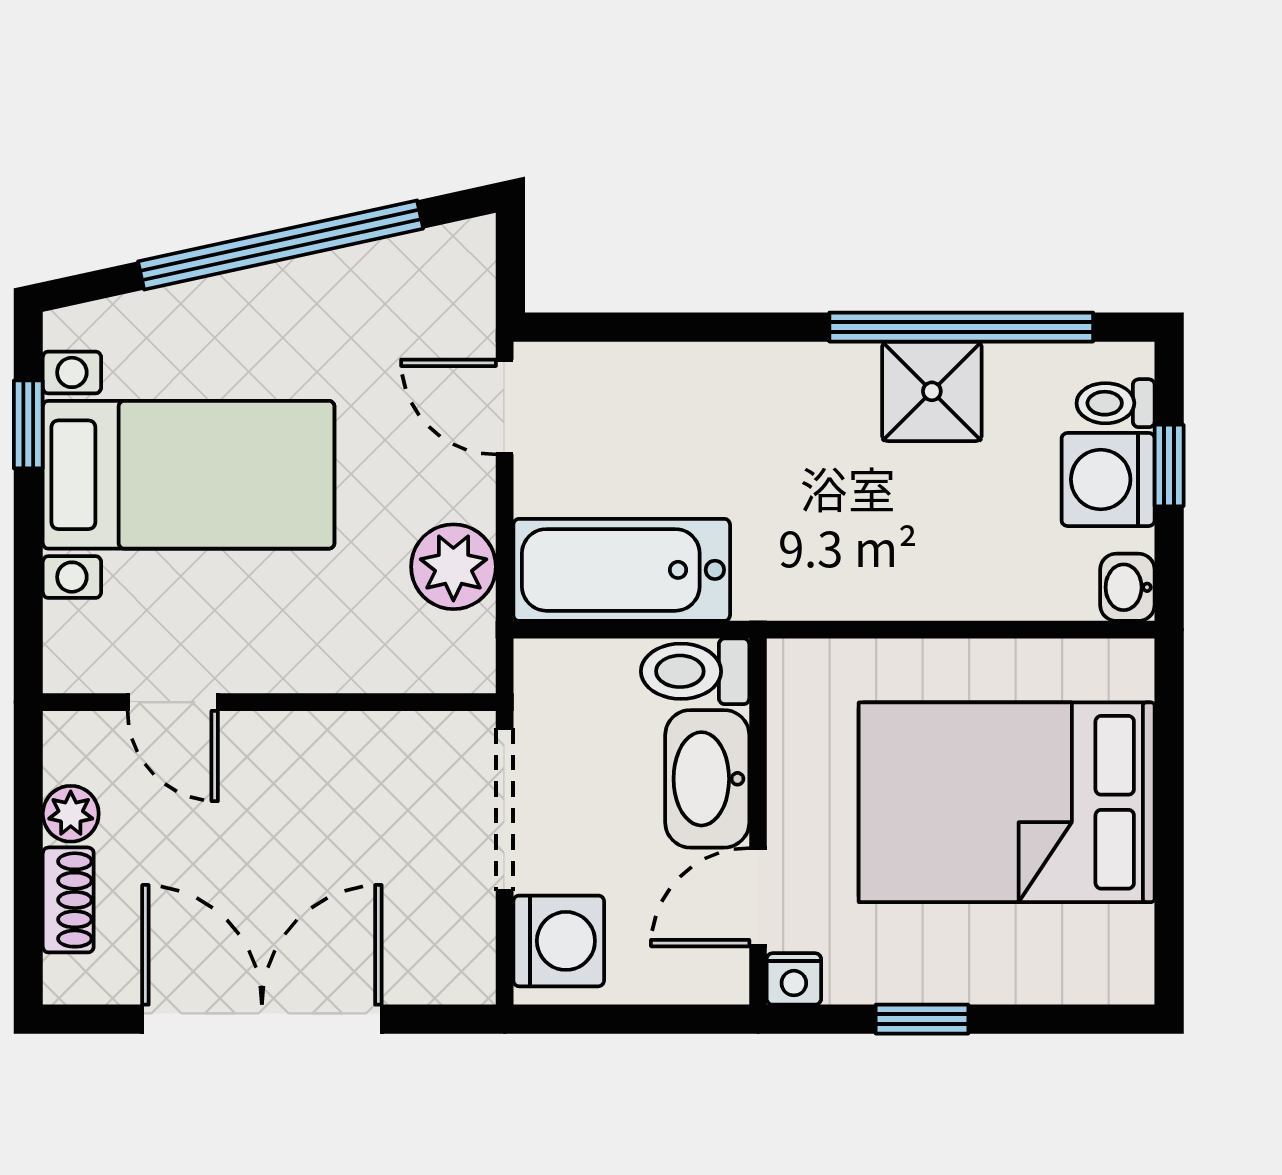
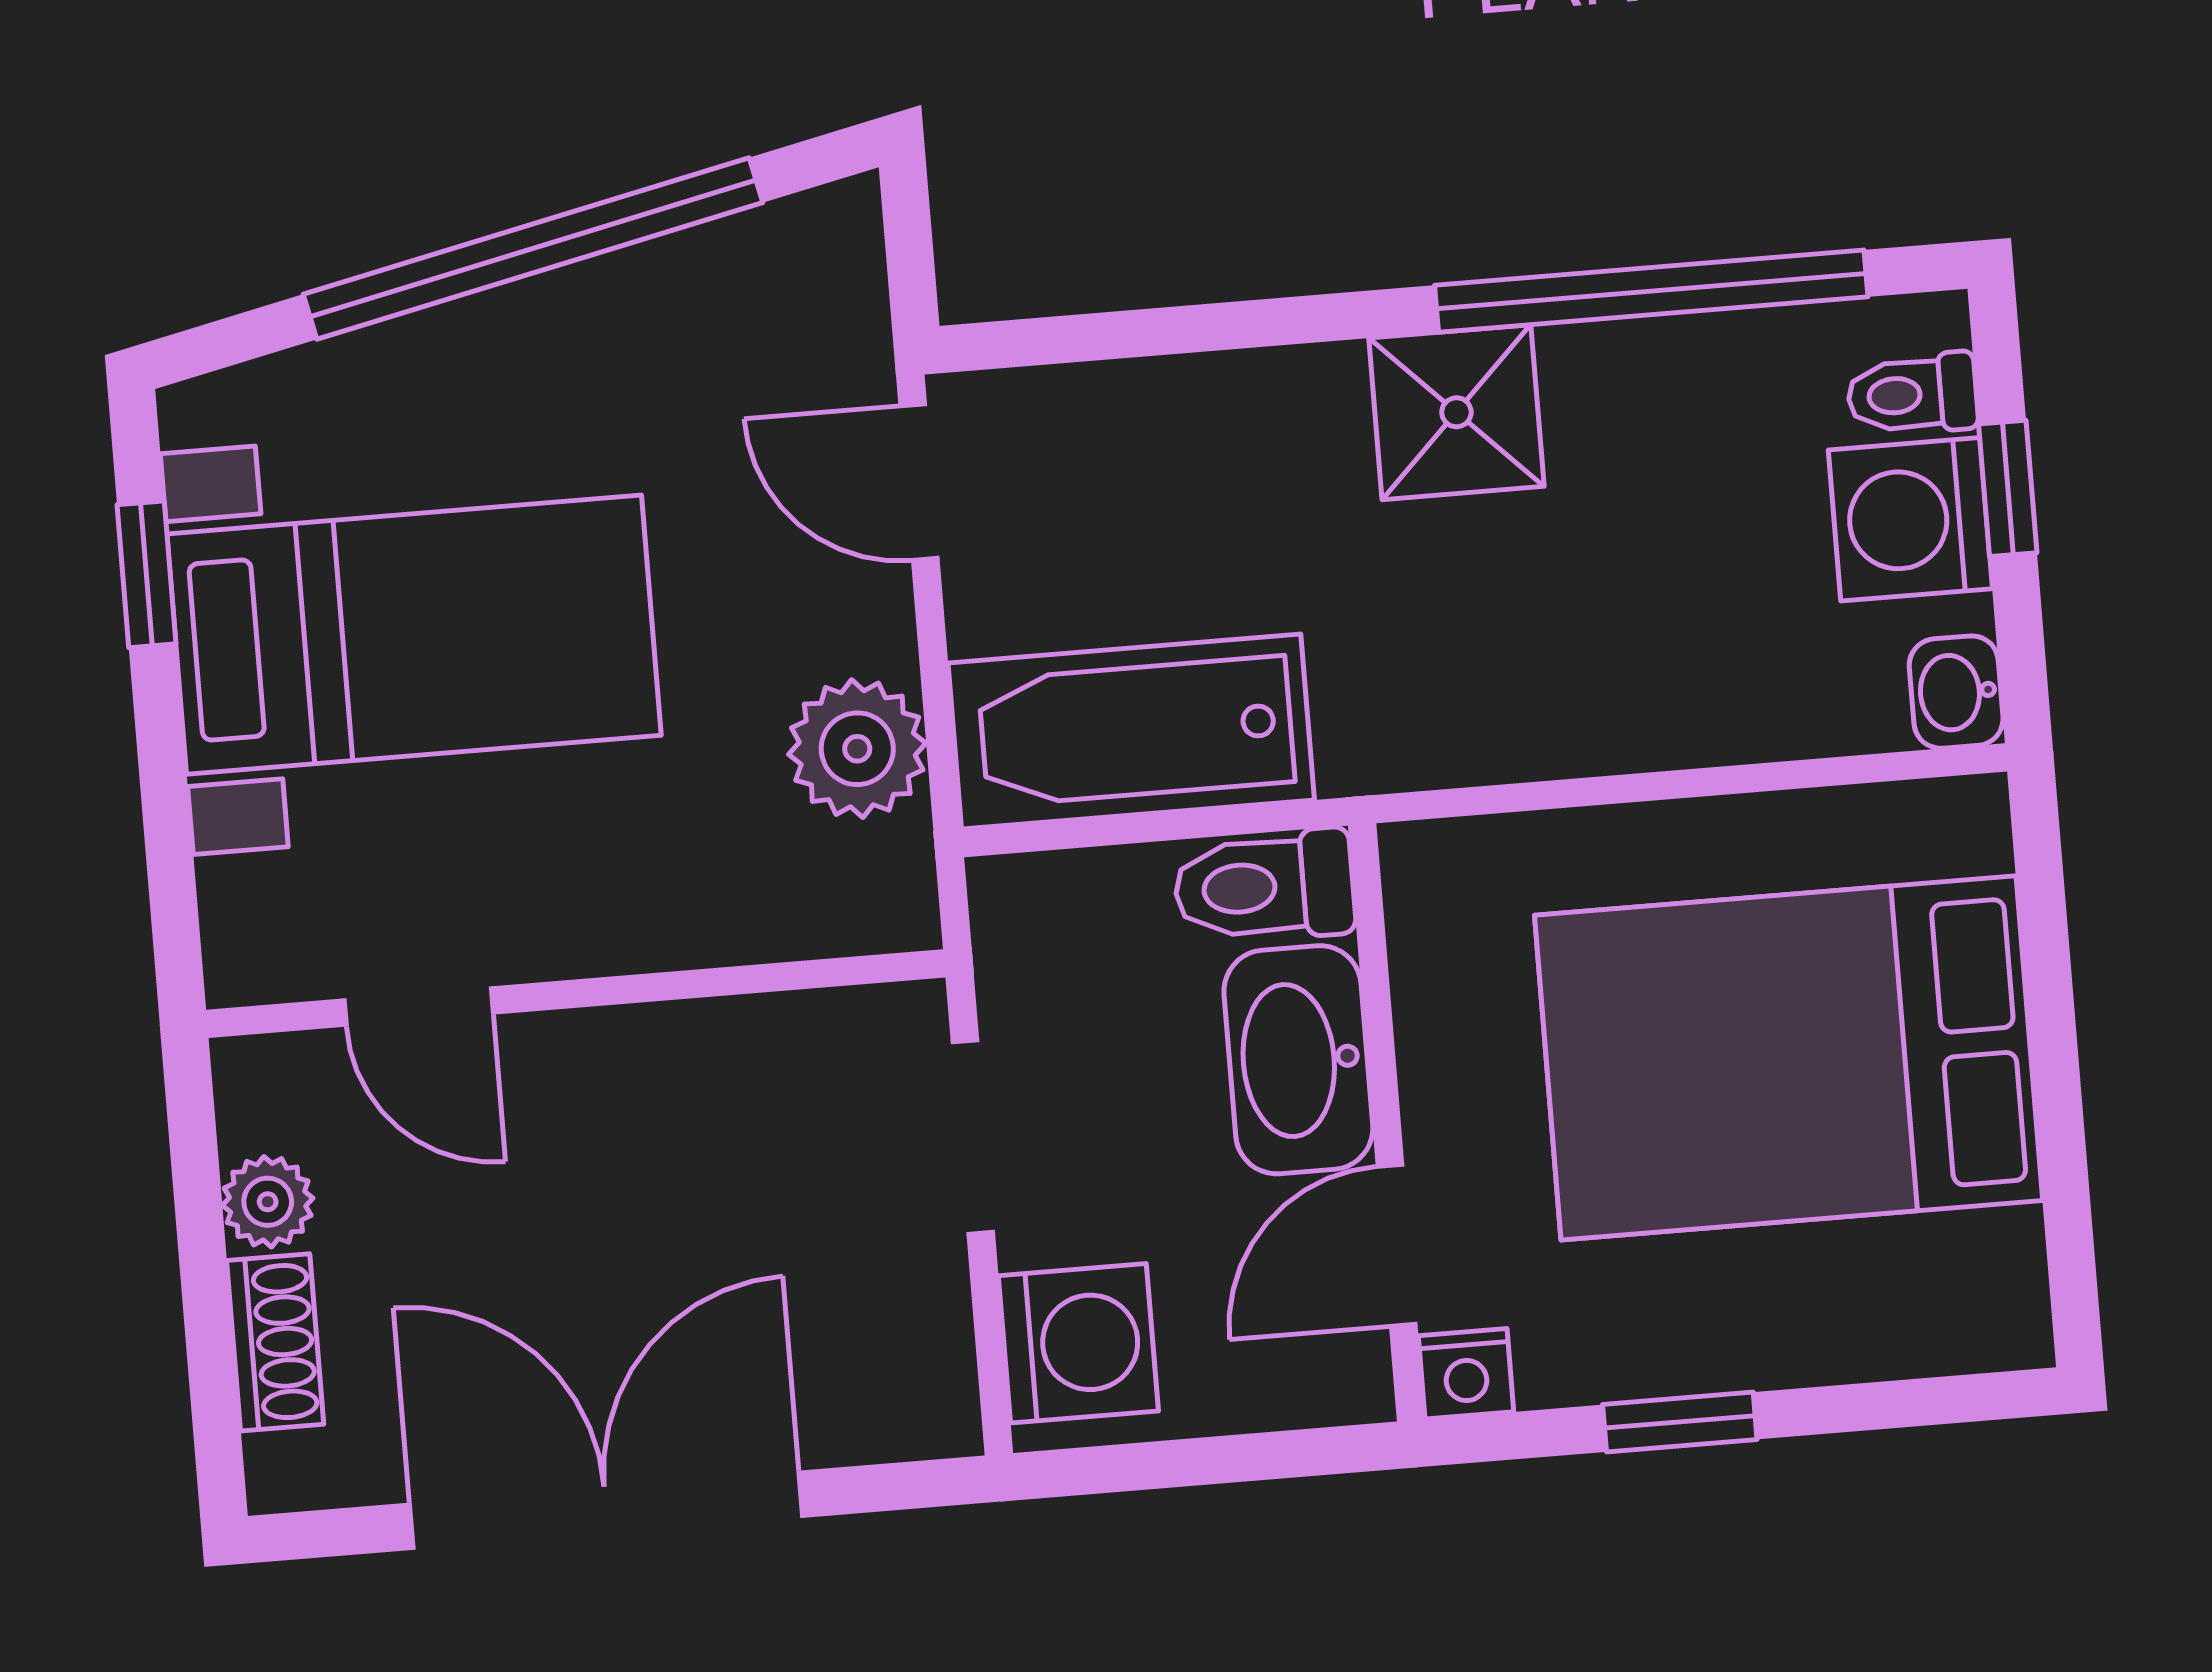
shower: (932, 391) -> (1456, 412), moved
doorway: (505, 810) -> (973, 1137), width x0.73

